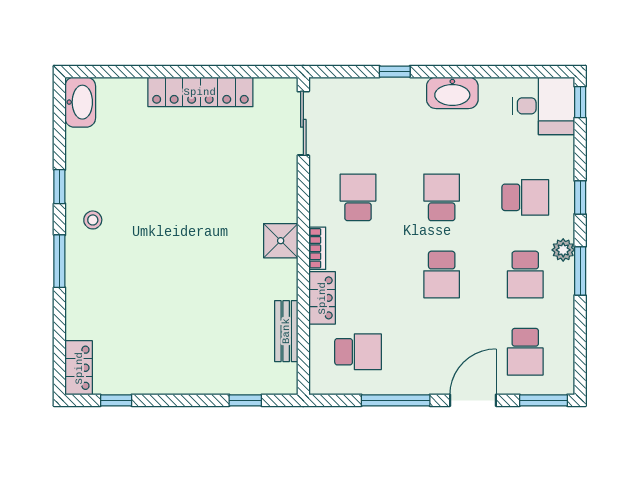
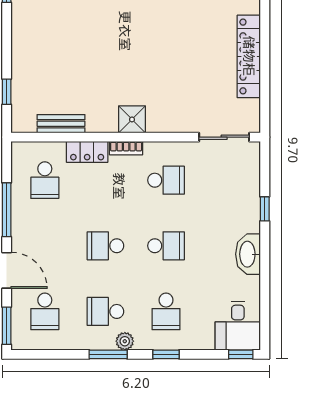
school desk: (525, 352) -> (45, 311), turned -90

